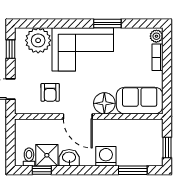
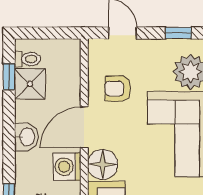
washing machine: (106, 156) -> (67, 167), moved, turned 180
washbasin: (69, 158) -> (26, 137), moved

